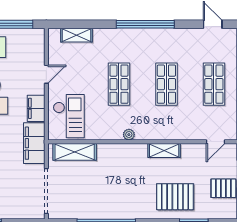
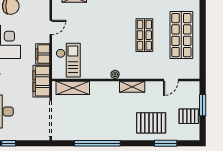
shop shelf: (119, 84) -> (107, 35), removed
shop shelf: (214, 84) -> (181, 35), width x1.43, depth x1.36
door: (216, 142) -> (171, 80), moved
shelving: (164, 150) -> (132, 87), moved

